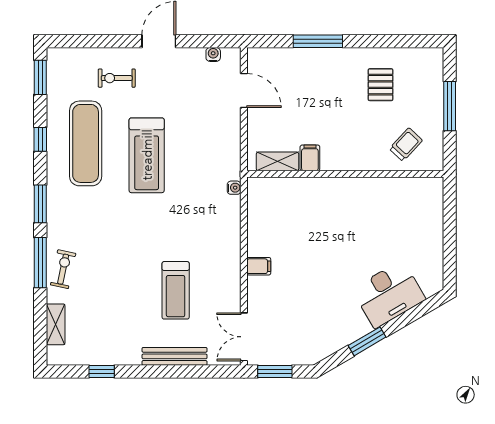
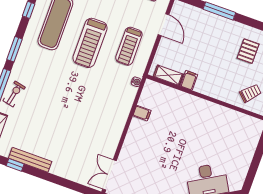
filing cabinet: (259, 266) -> (142, 113), moved
treadmill: (176, 290) -> (129, 46), moved
bench: (175, 356) -> (30, 160), moved

